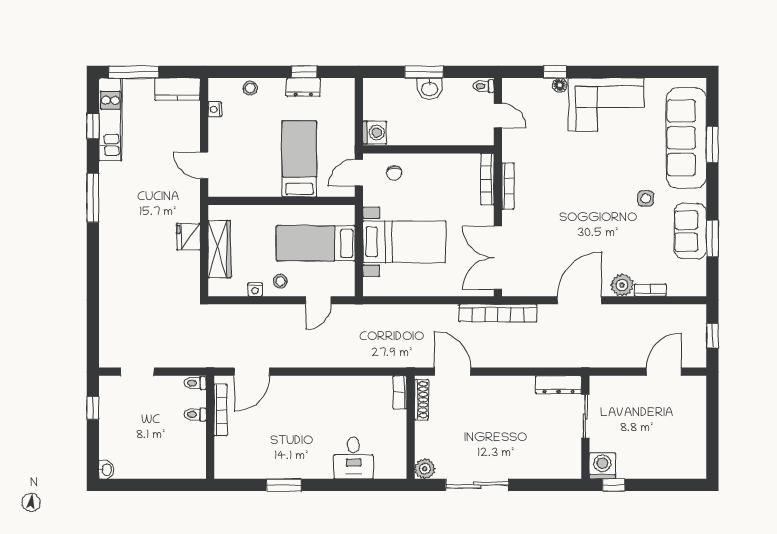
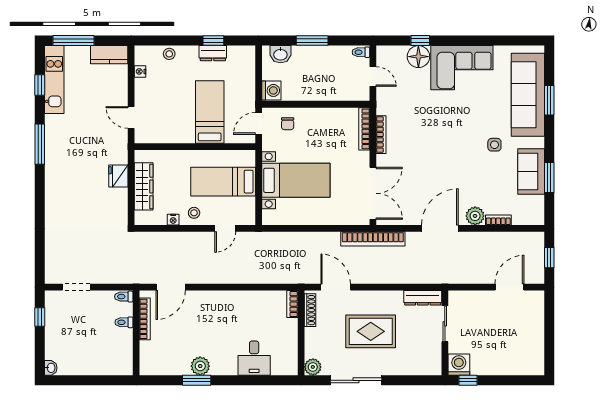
floor lamp: (560, 85) -> (418, 57), width x1.89, depth x1.89
washbasin: (430, 88) -> (280, 54), moved
double door: (498, 258) -> (373, 193), swing flipped
rug: (495, 425) -> (371, 331), added
plant: (288, 468) -> (200, 366), added

